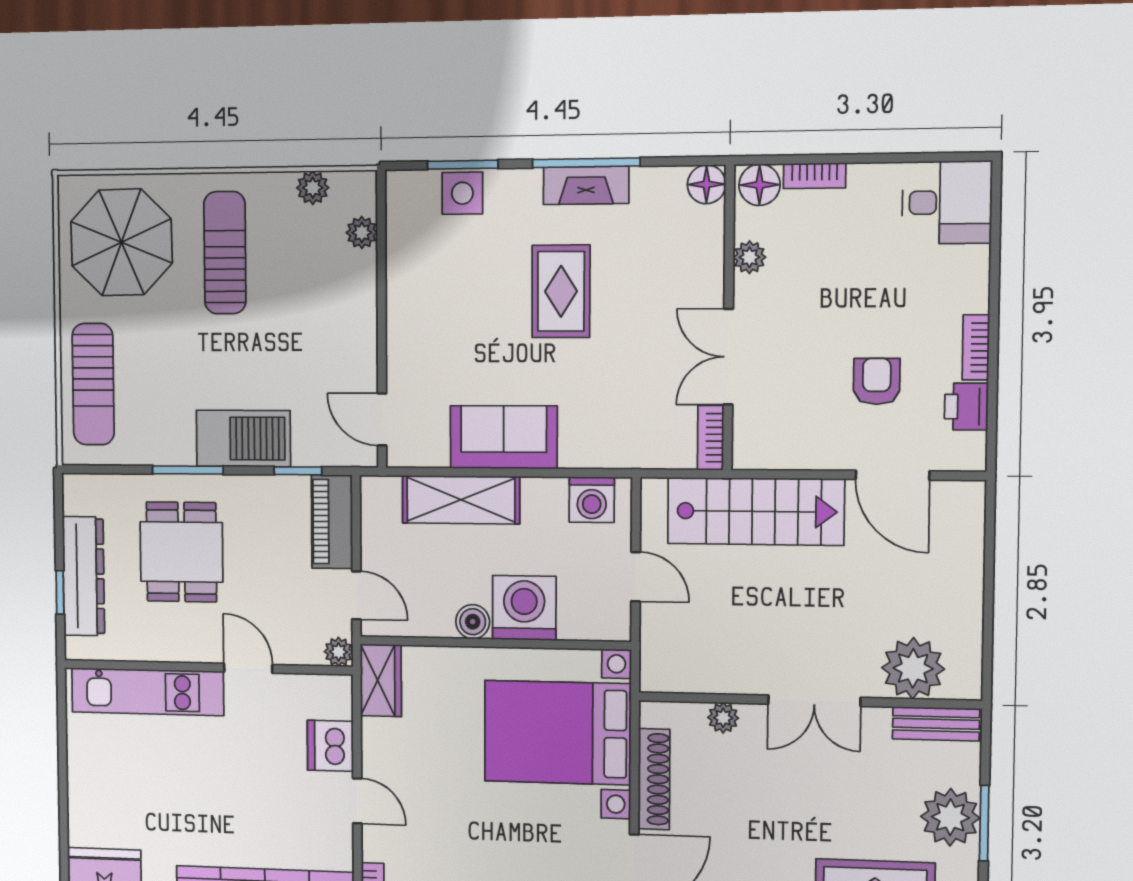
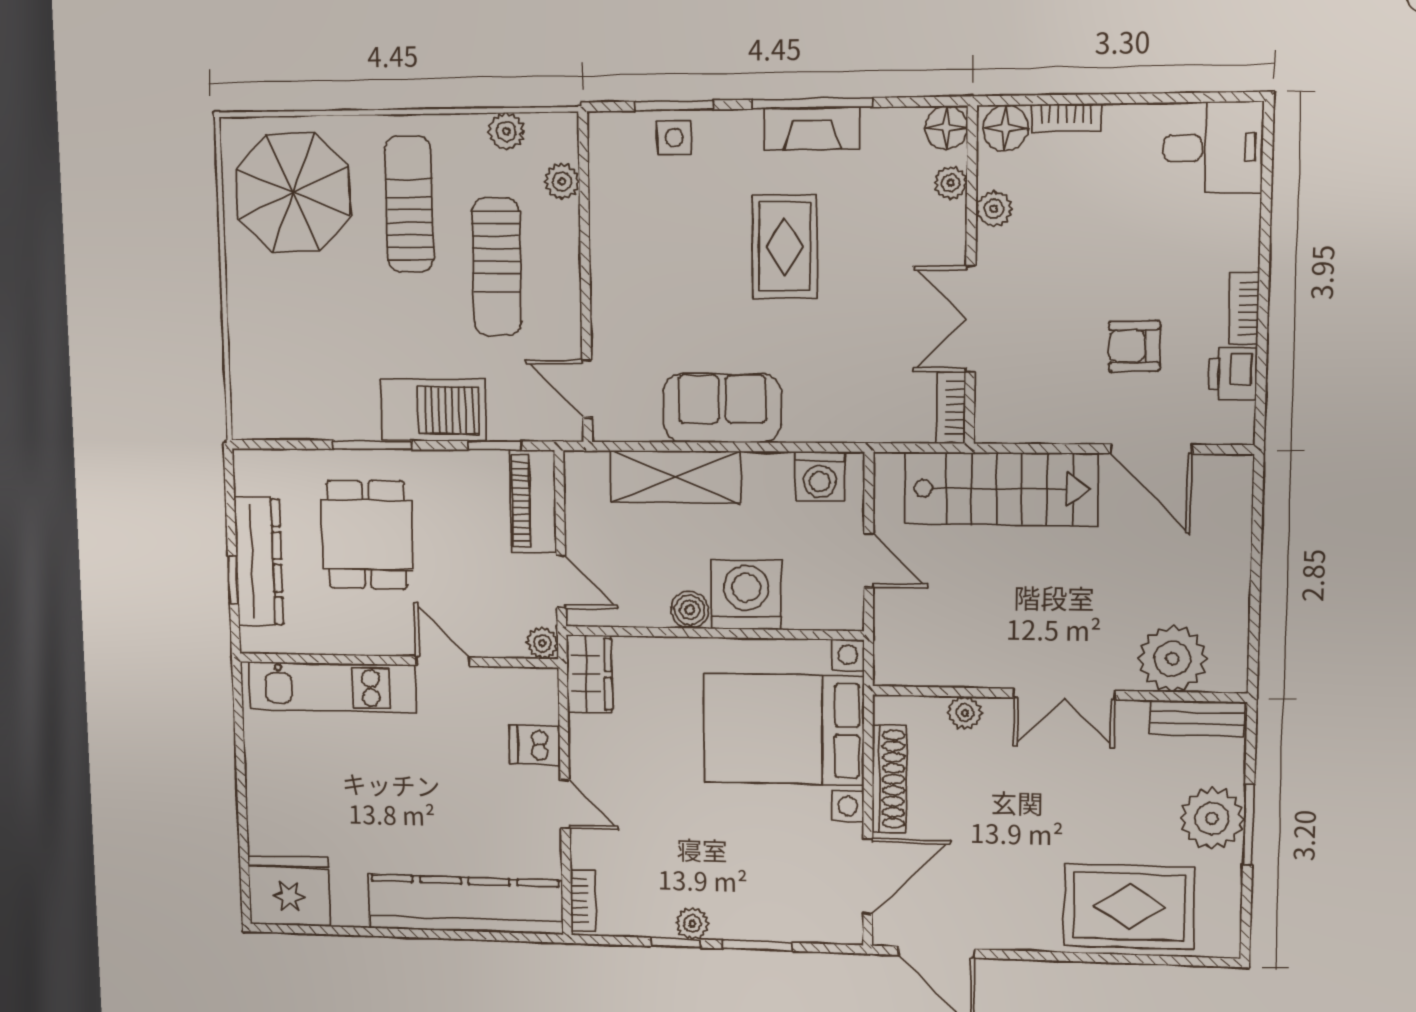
side table: (462, 193) -> (674, 137), width x0.73, depth x0.73
plant: (710, 234) -> (951, 183), added
armchair: (877, 381) -> (1134, 346), turned -91
sun lounger: (93, 384) -> (497, 267), moved
dishwasher: (330, 746) -> (535, 745), width x0.73

